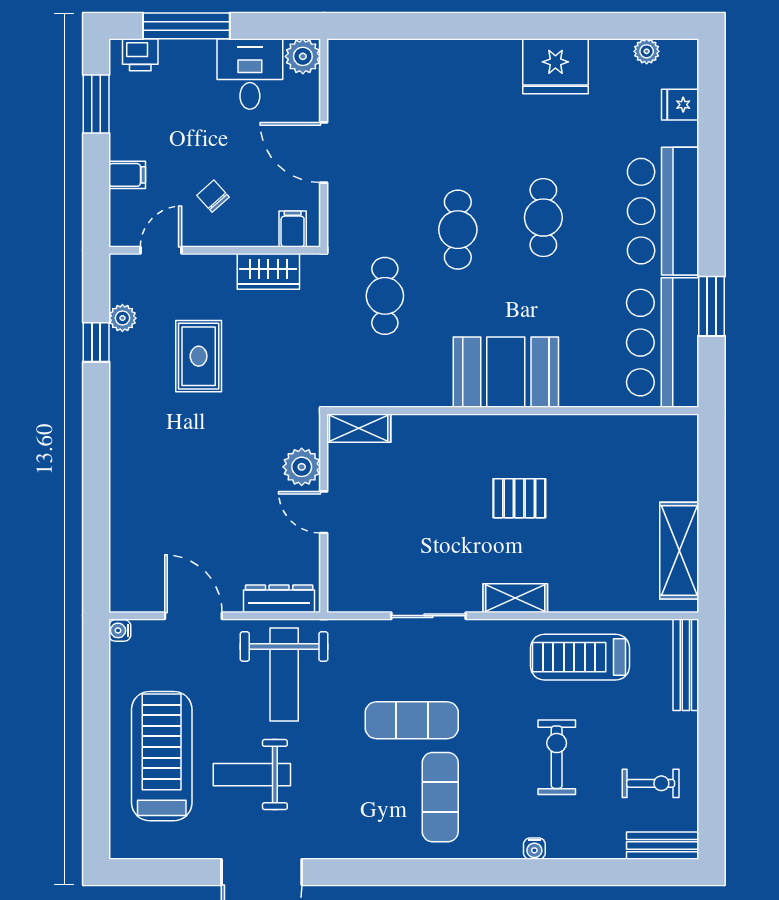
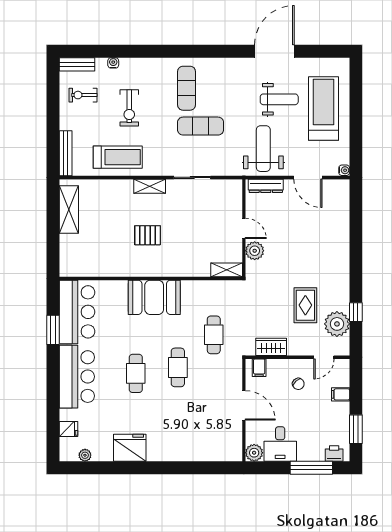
plant: (122, 318) -> (337, 324), width x1.87, depth x1.87
treadmill: (162, 756) -> (324, 108), turned 180
water cooler: (534, 849) -> (113, 63), moved

